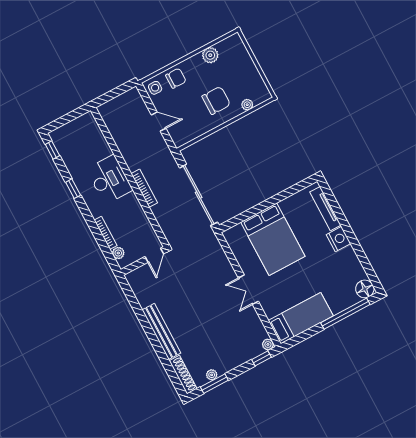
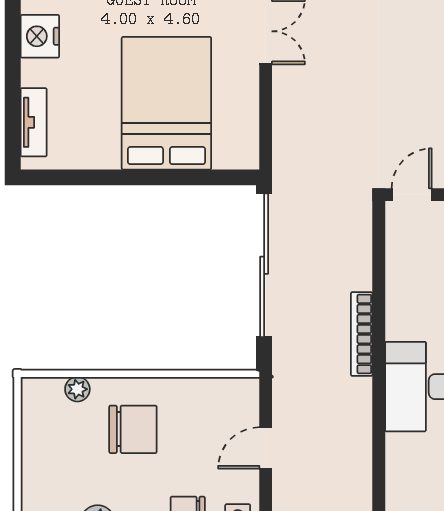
chair: (216, 100) -> (133, 429), turned 180
door: (159, 122) -> (266, 448), hinge flipped
tv unit: (325, 209) -> (34, 122), width x0.71

